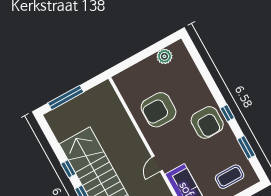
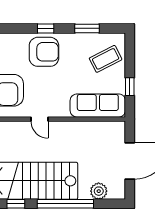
door: (157, 164) -> (39, 119), moved
coffee table: (230, 177) -> (106, 59), turned 63

